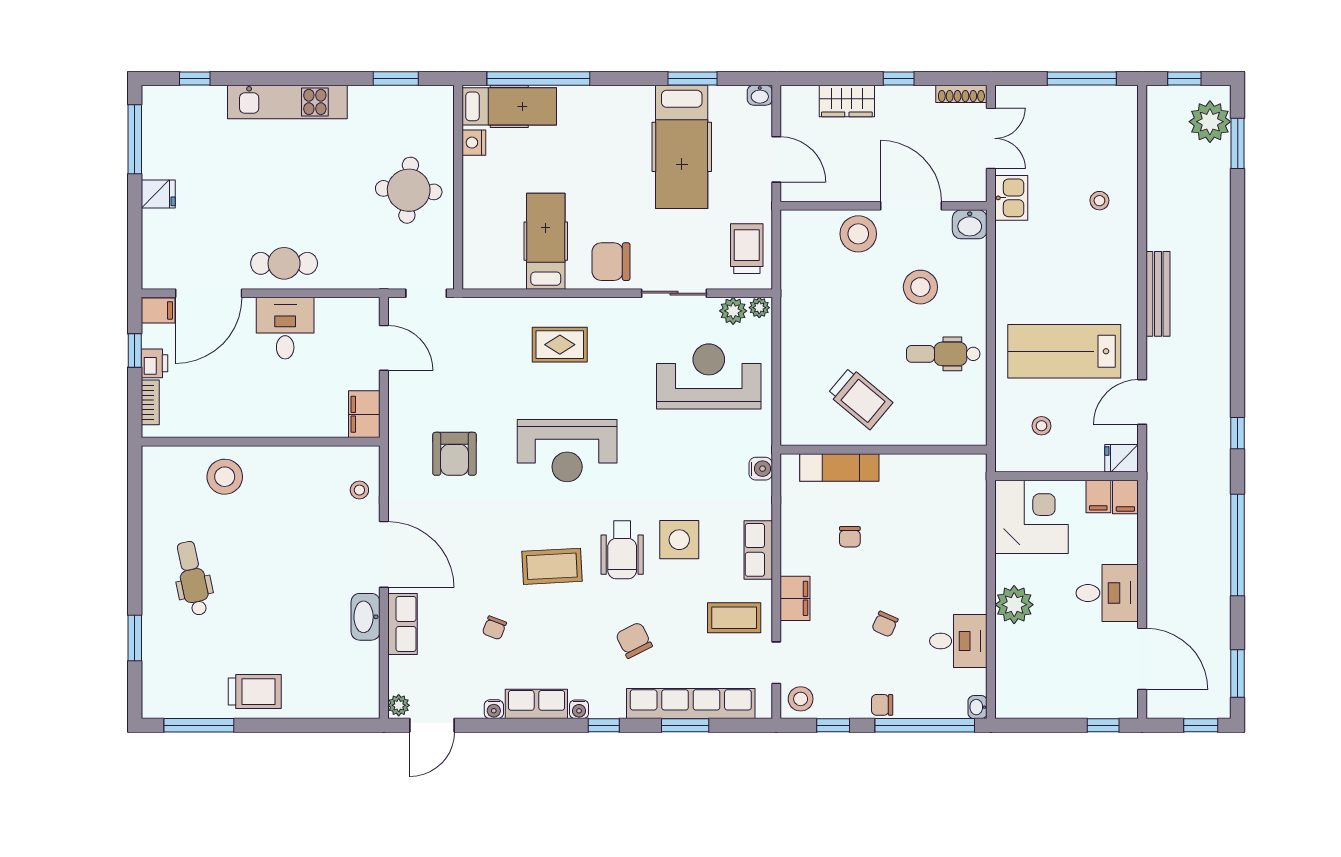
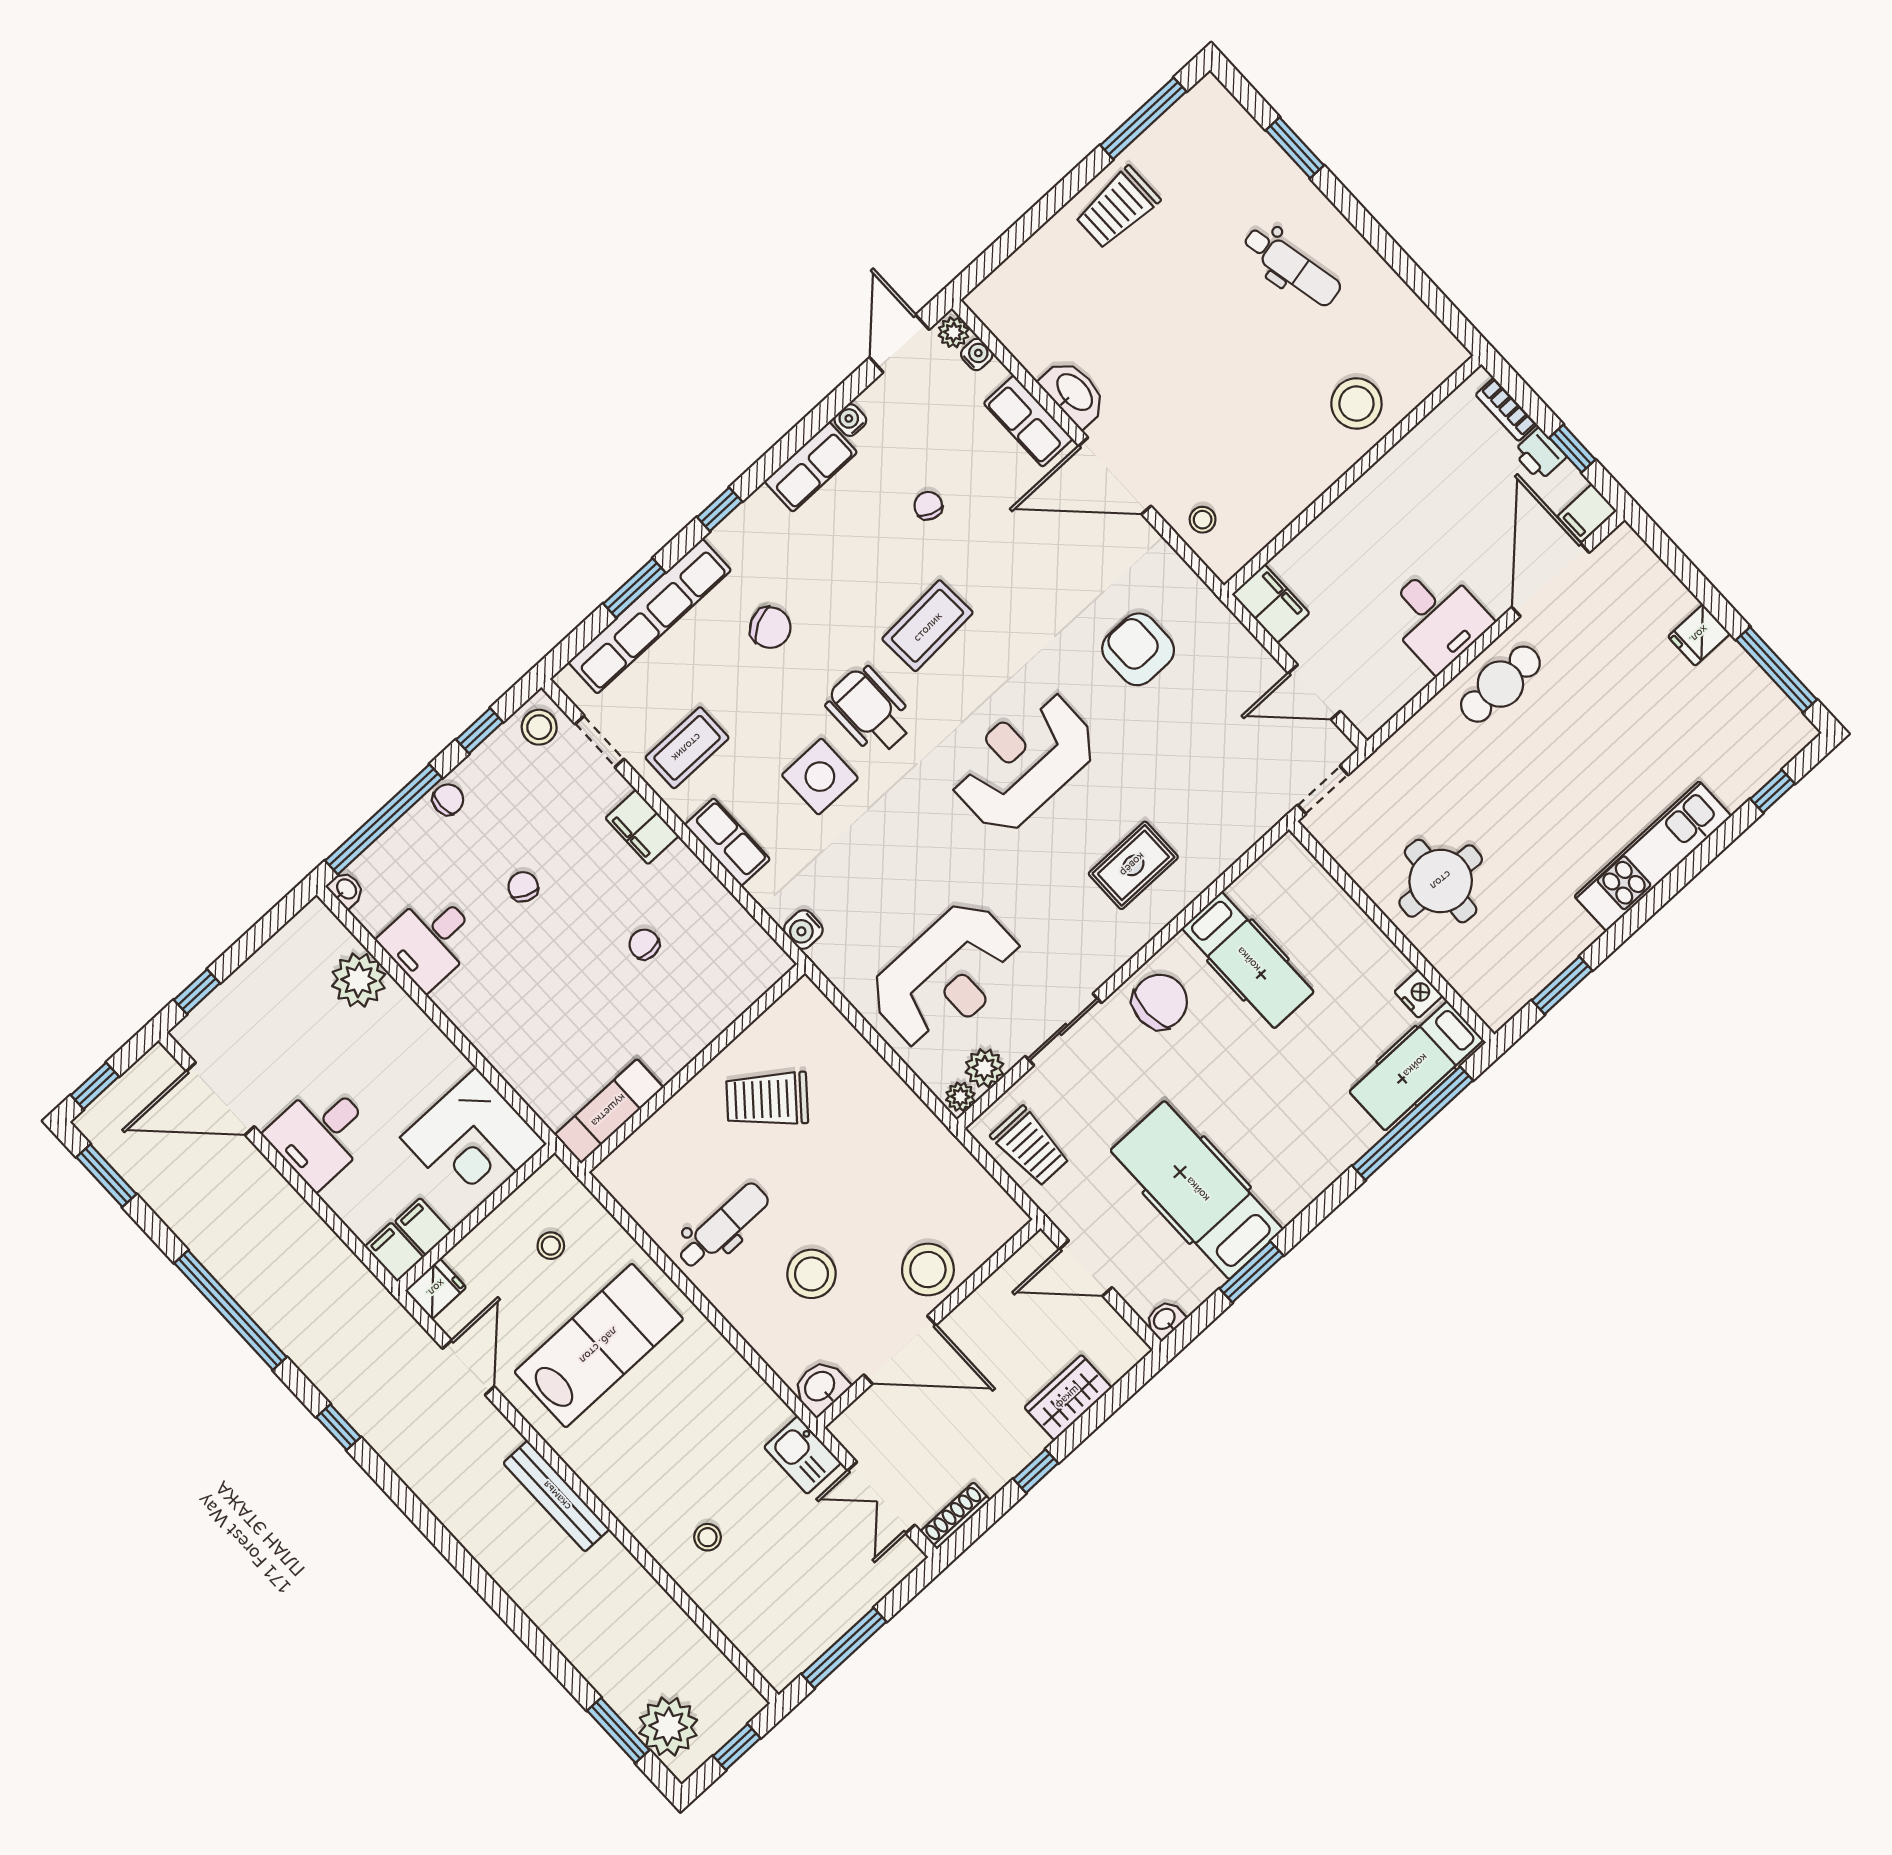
exam couch: (839, 467) -> (609, 1111), moved
plant: (1014, 605) -> (359, 980), moved
water cooler: (579, 709) -> (977, 354), moved, turned 90

